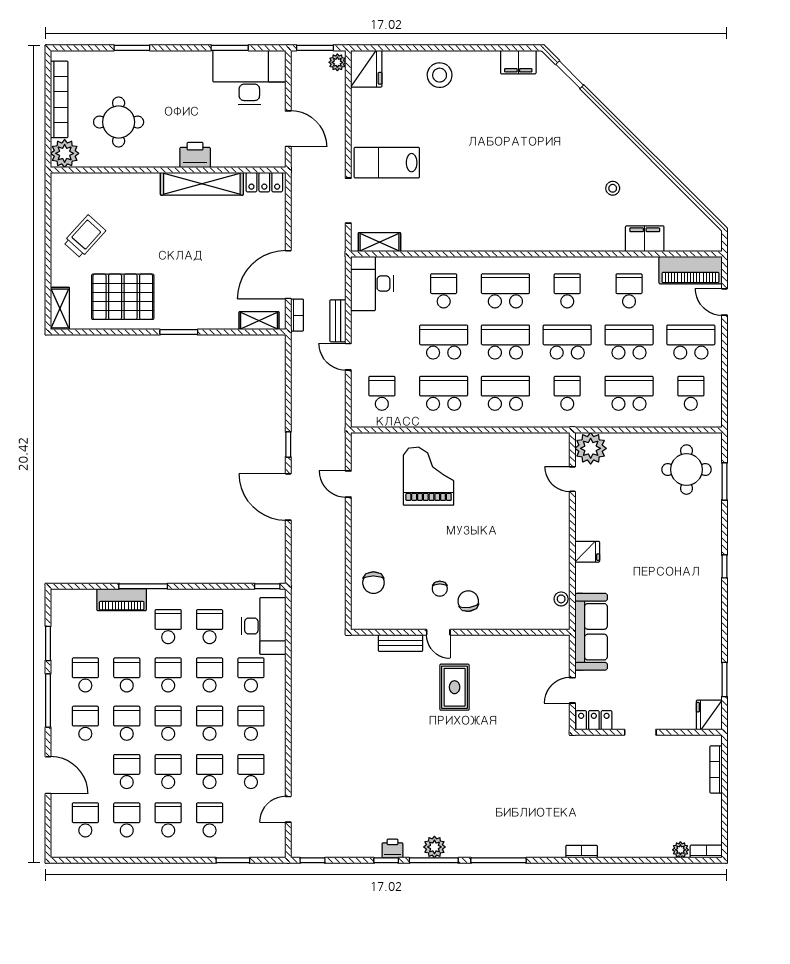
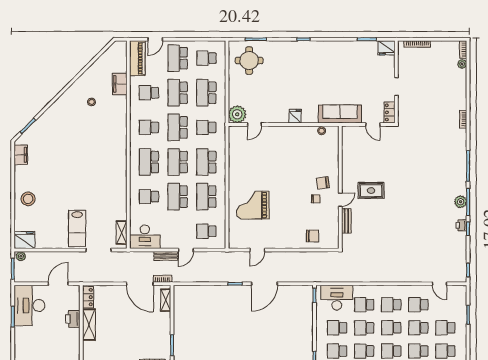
printer: (195, 155) -> (73, 319), moved
shelving: (202, 184) -> (89, 325), width x0.68

